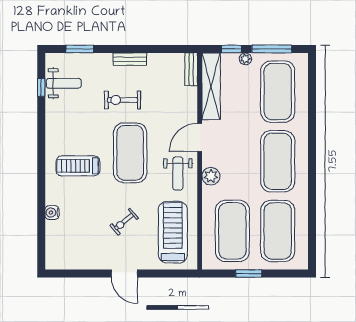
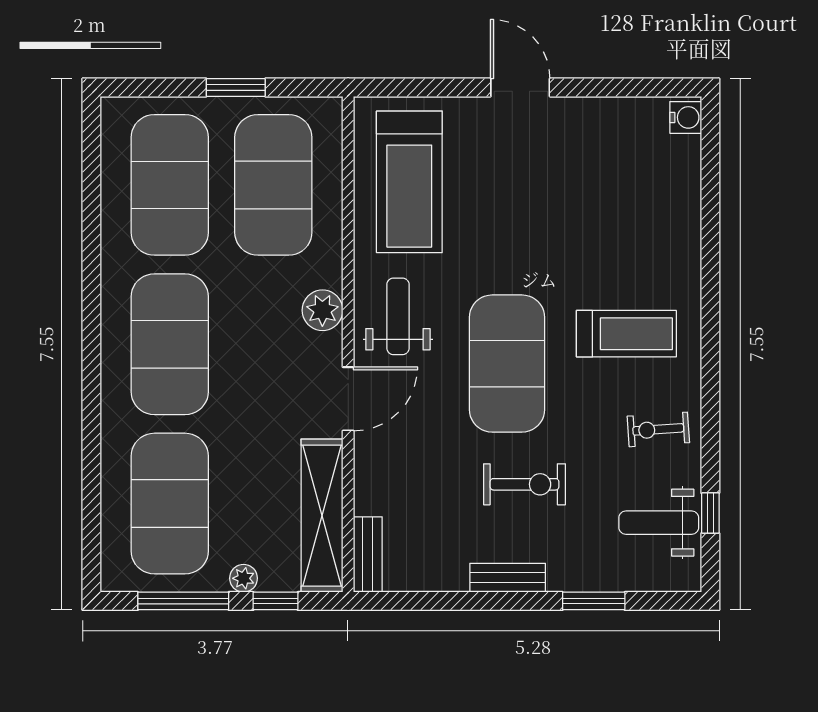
window: (80, 49) -> (594, 601), moved
water cooler: (52, 213) -> (686, 117), moved
exercise bike: (124, 222) -> (658, 429), moved, turned -144

